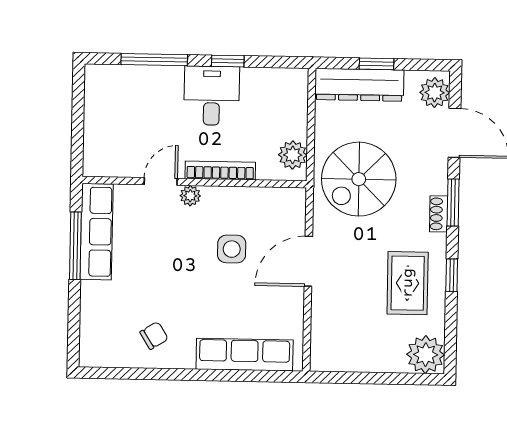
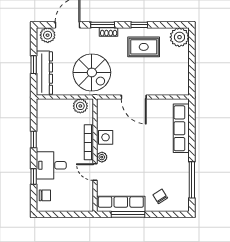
window: (154, 60) -> (34, 176), width x0.46
chair: (116, 81) -> (45, 195), added
desk: (212, 96) -> (51, 165), moved
side table: (232, 249) -> (106, 137), moved
chair: (154, 336) -> (160, 196), moved
window: (141, 374) -> (192, 180), added

